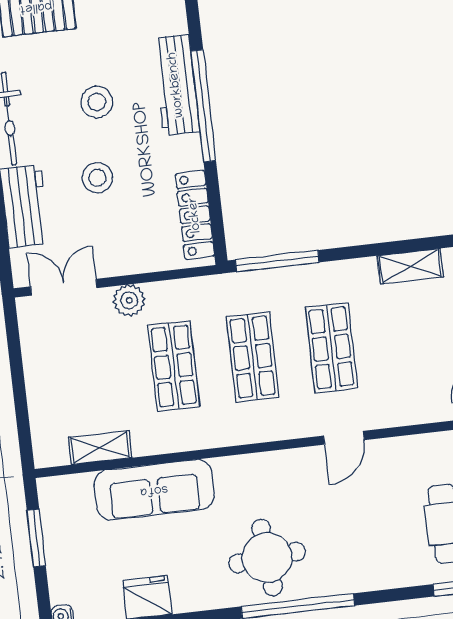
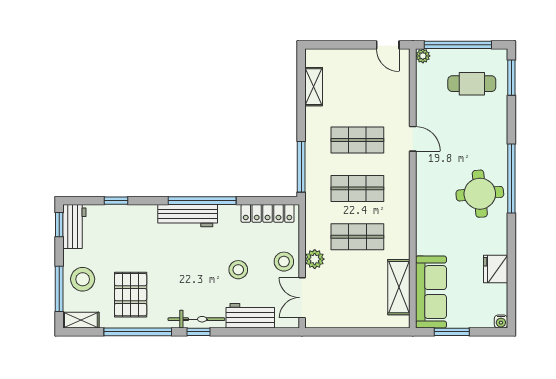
stool: (97, 102) -> (284, 262), moved
shelving: (100, 448) -> (399, 287), width x1.50, depth x1.33
sofa: (154, 490) -> (431, 292), moved

